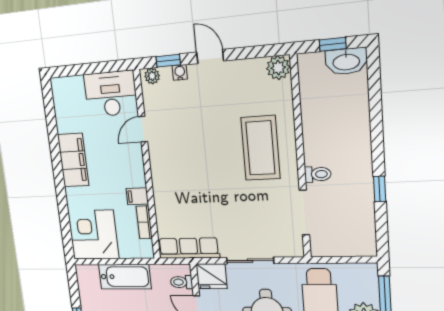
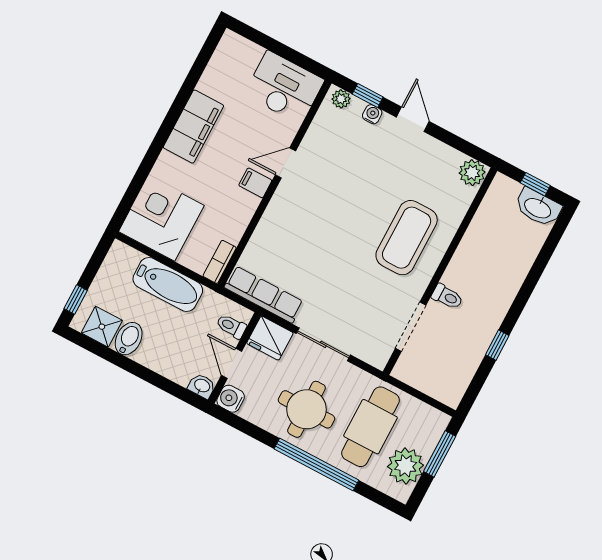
door: (143, 129) -> (285, 163), moved
filing cabinet: (137, 196) -> (255, 183), moved
bookcase: (144, 222) -> (220, 262), moved

